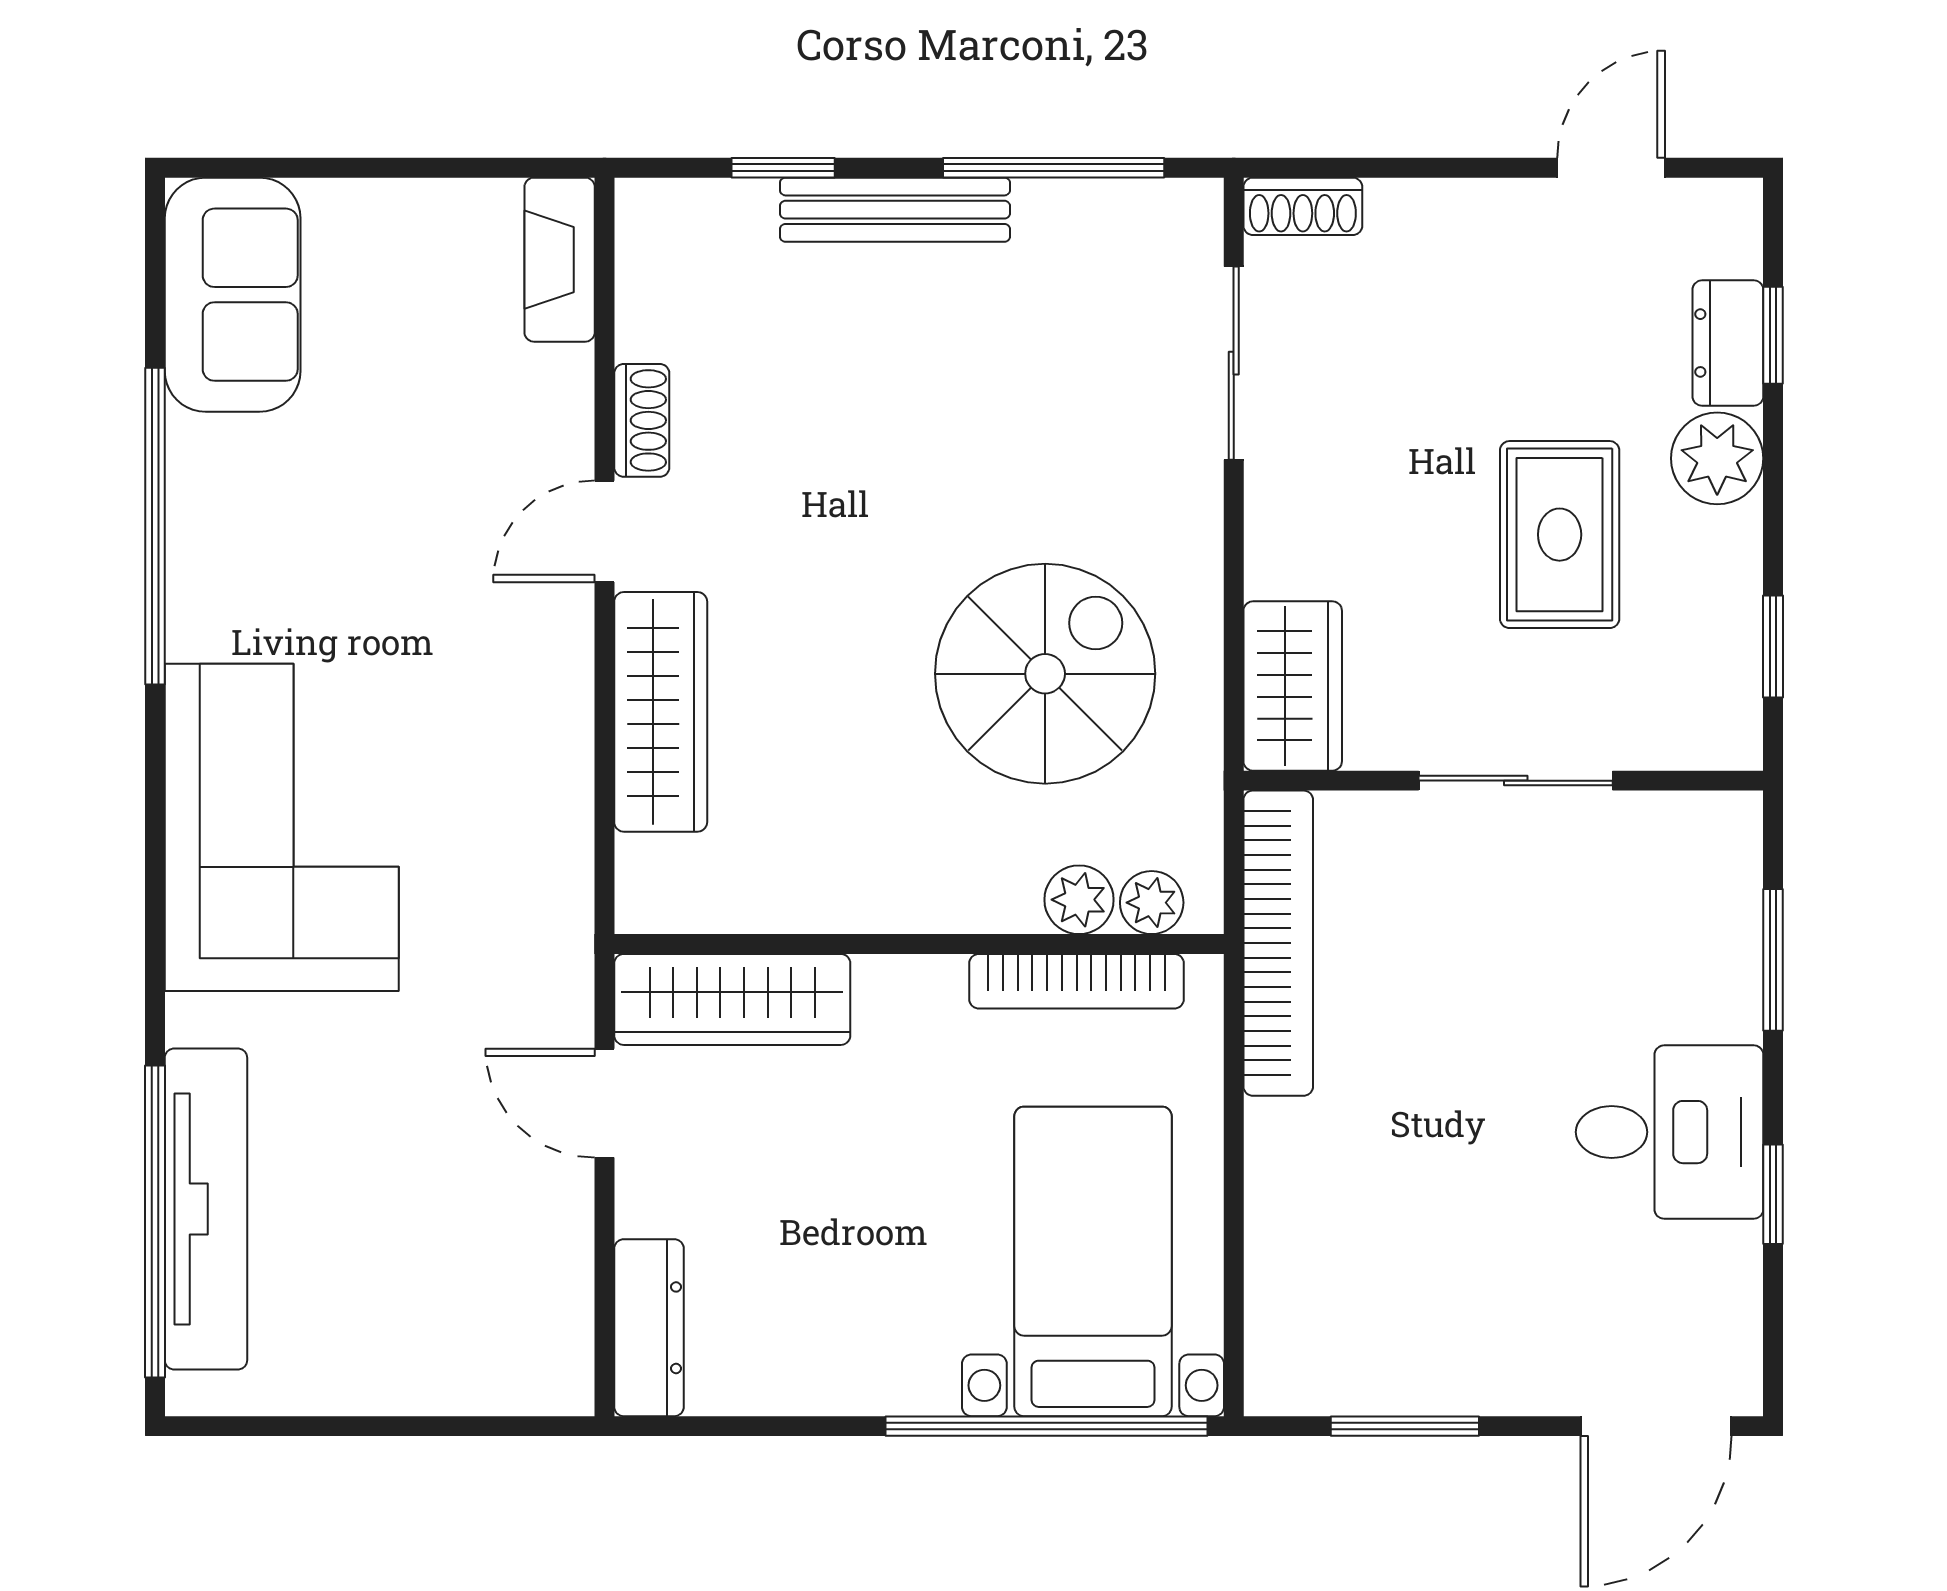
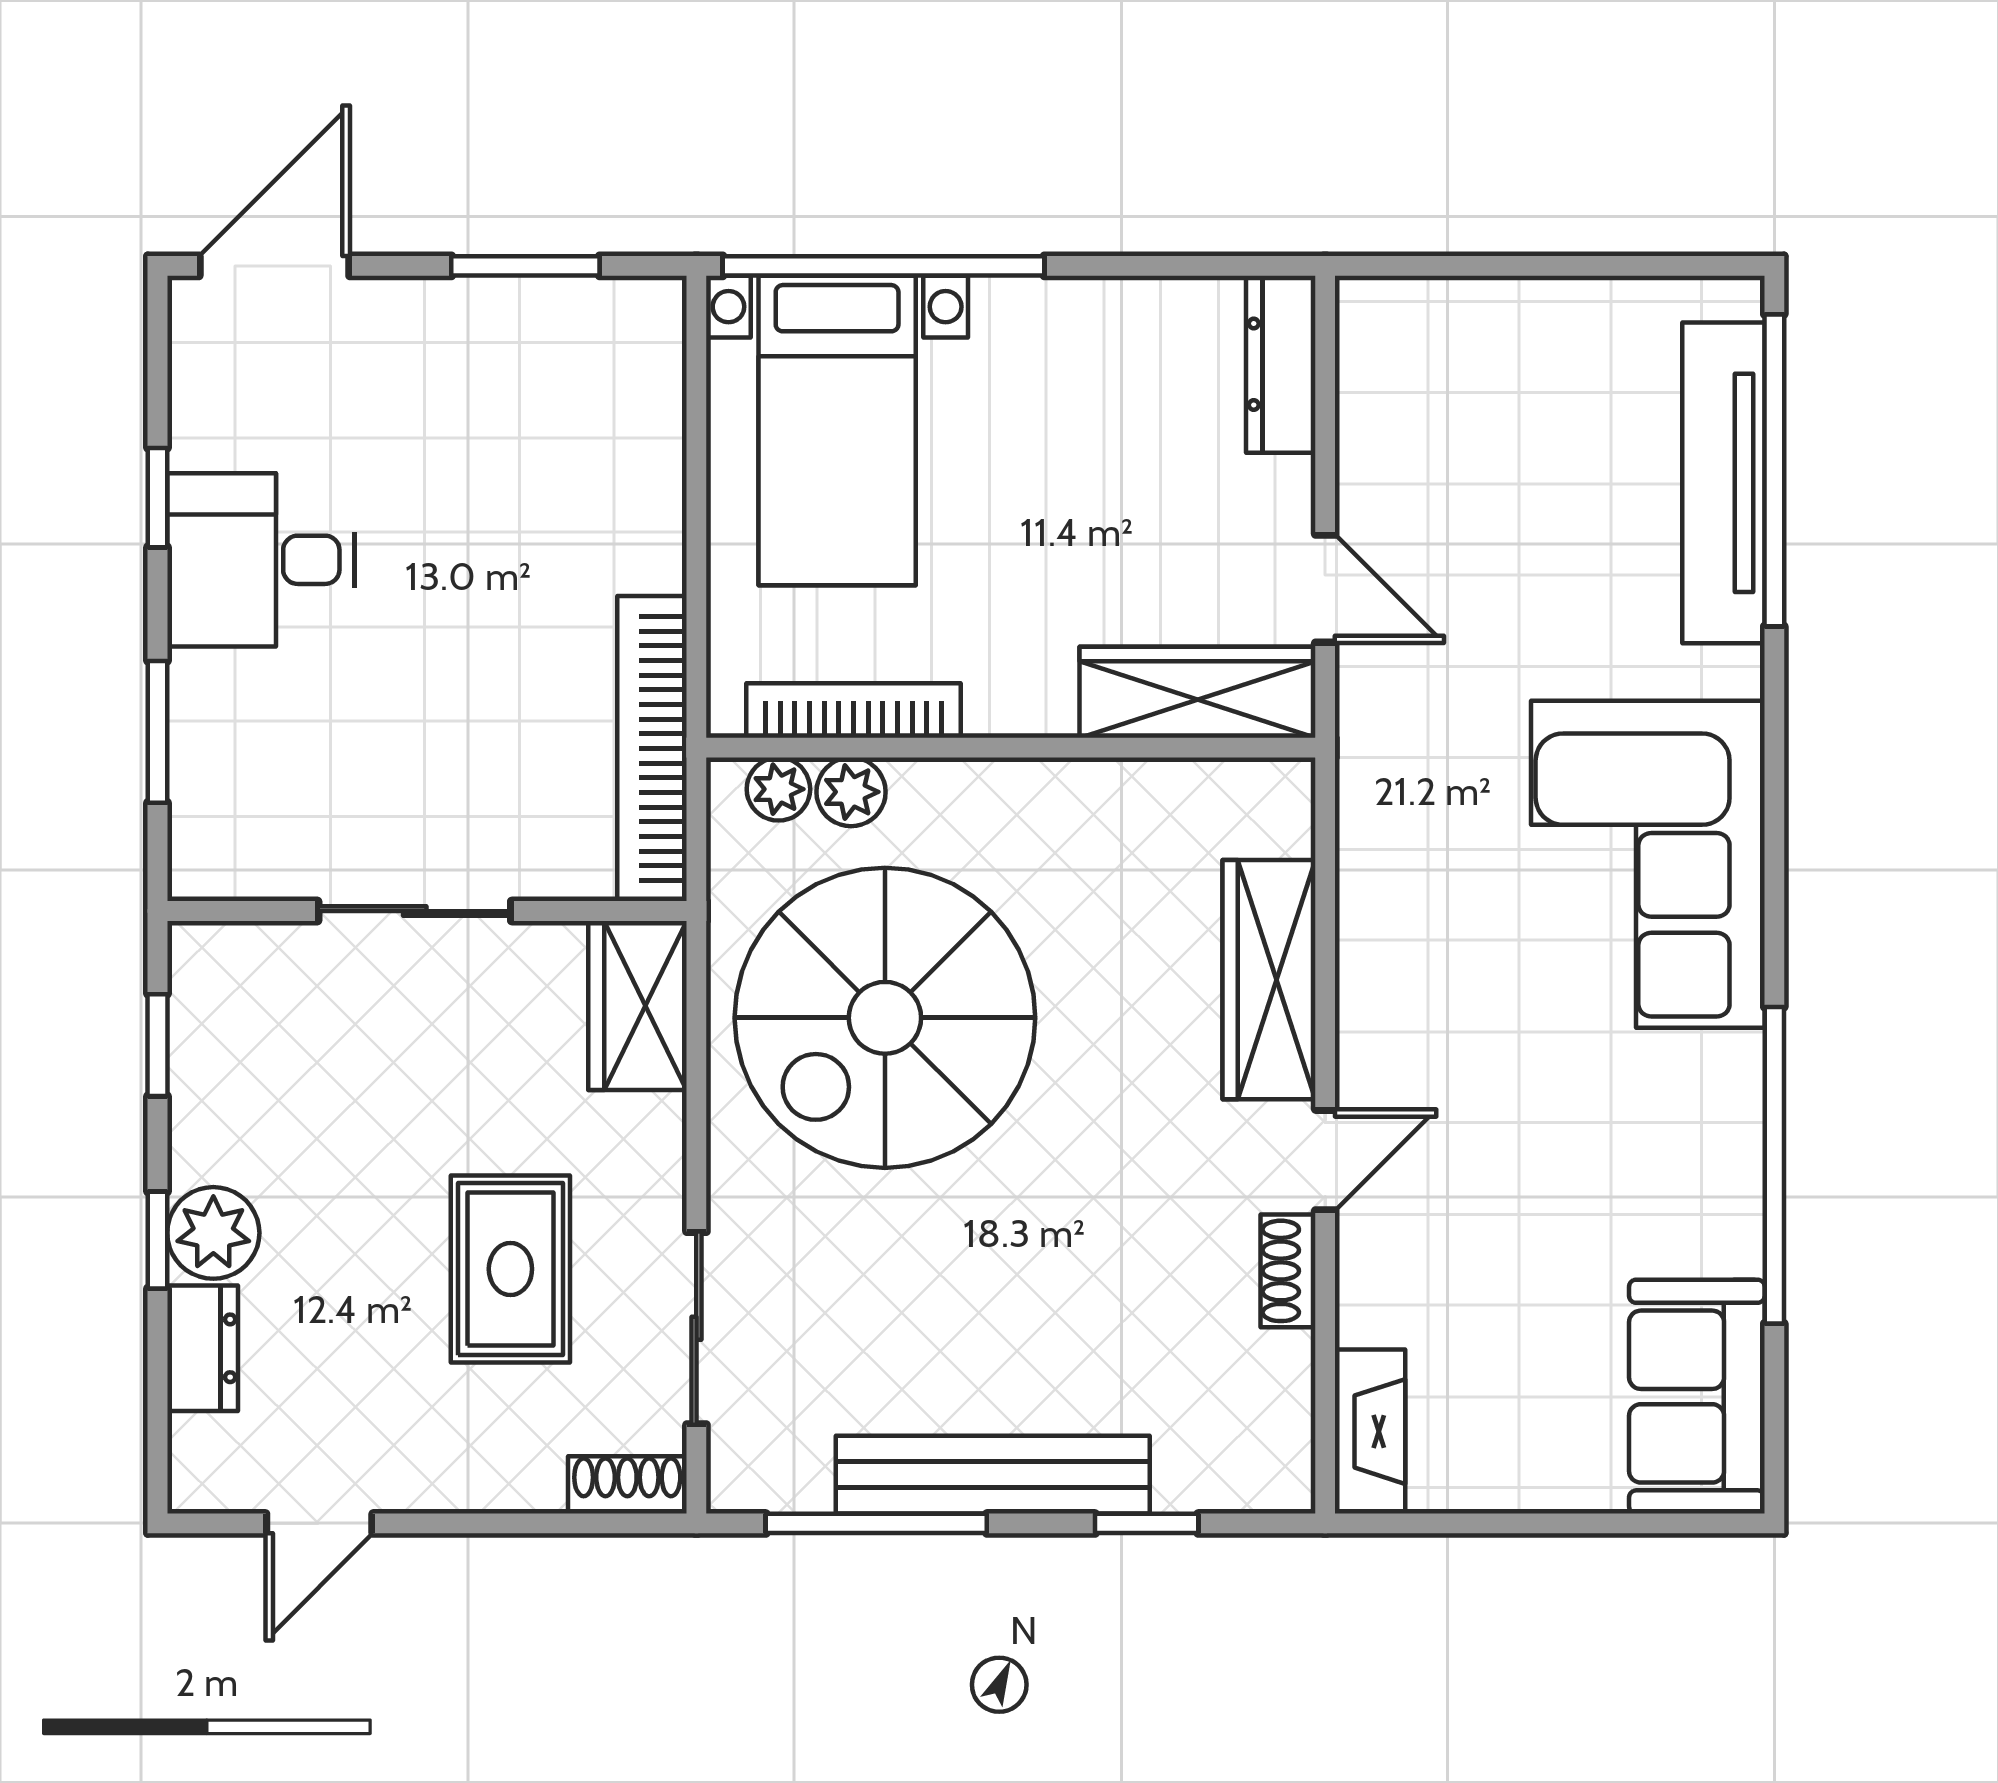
bench: (895, 210) -> (993, 1475), width x1.37, depth x1.21
window: (1773, 335) -> (157, 1240), moved
rug: (1560, 535) -> (510, 1269), moved
spiral stairs: (1045, 674) -> (885, 1018), width x1.37, depth x1.37

